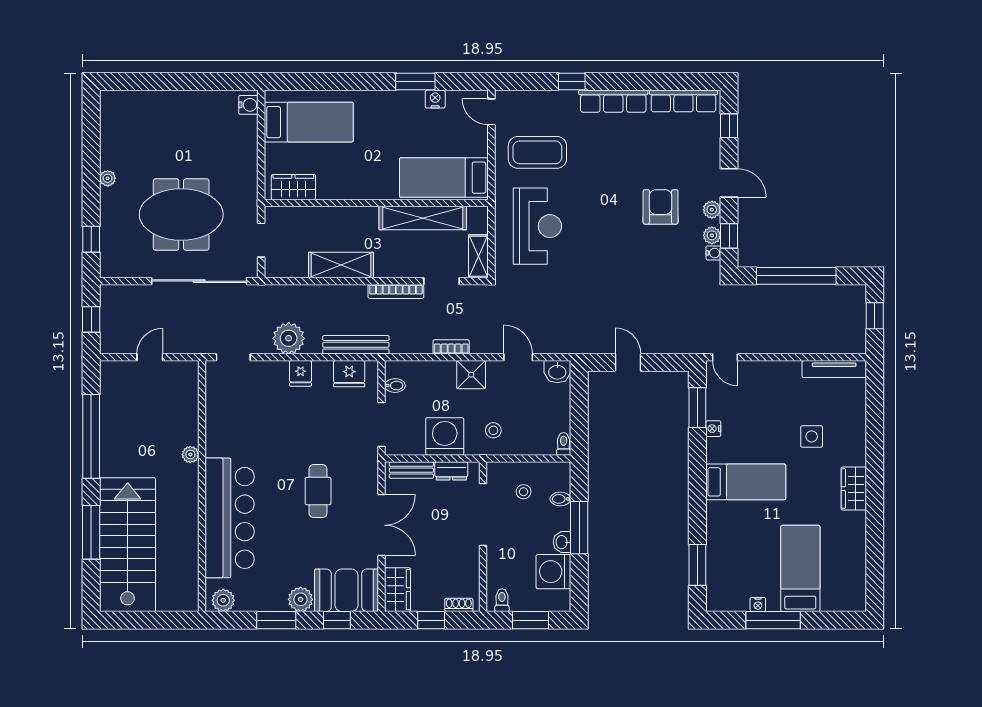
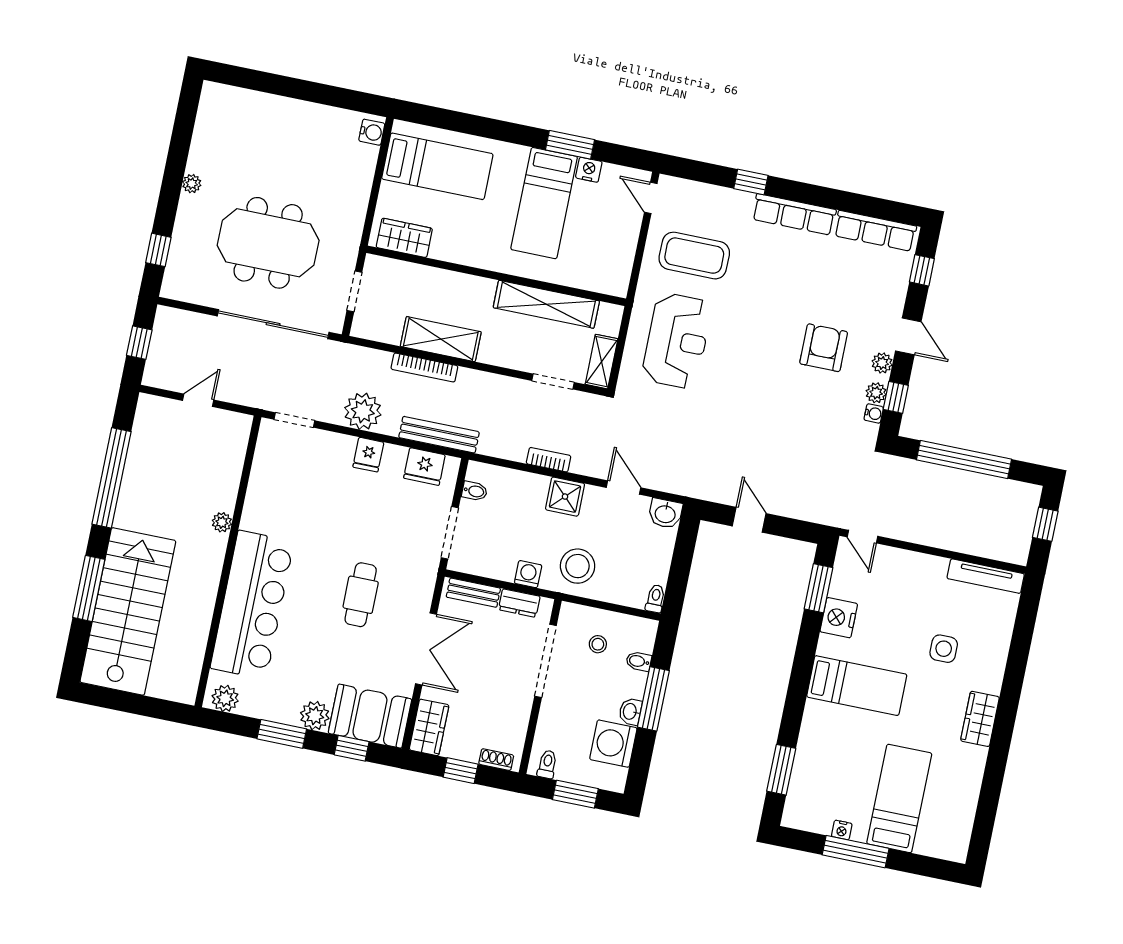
bed: (444, 178) -> (544, 203), moved, turned -90
bookcase: (396, 291) -> (424, 368), moved
nightstand: (713, 429) -> (839, 618), width x1.89, depth x1.79
stool: (493, 430) -> (578, 566), width x1.89, depth x1.89
washing machine: (445, 436) -> (528, 574), width x0.53, depth x0.53

